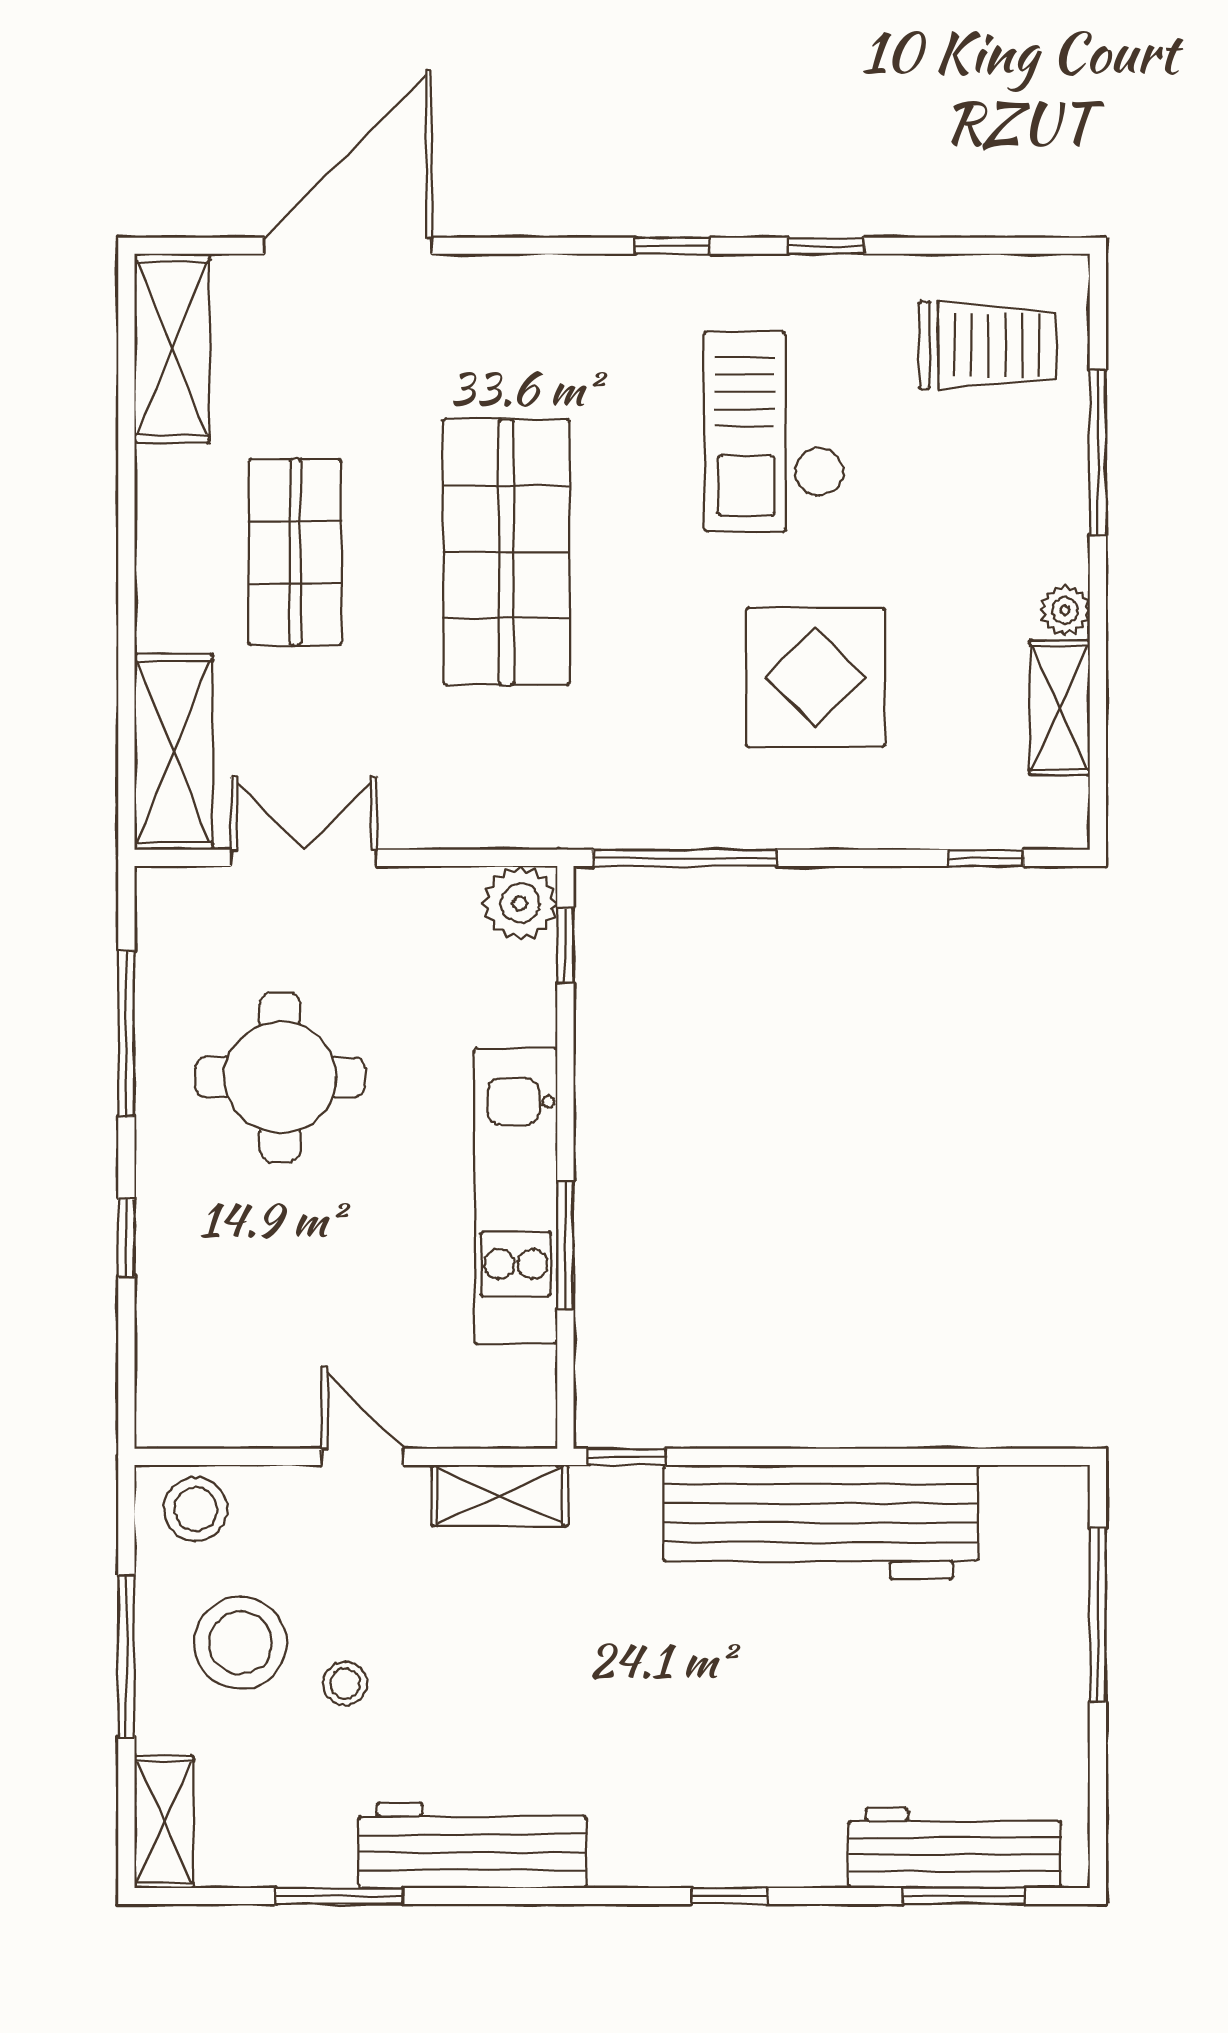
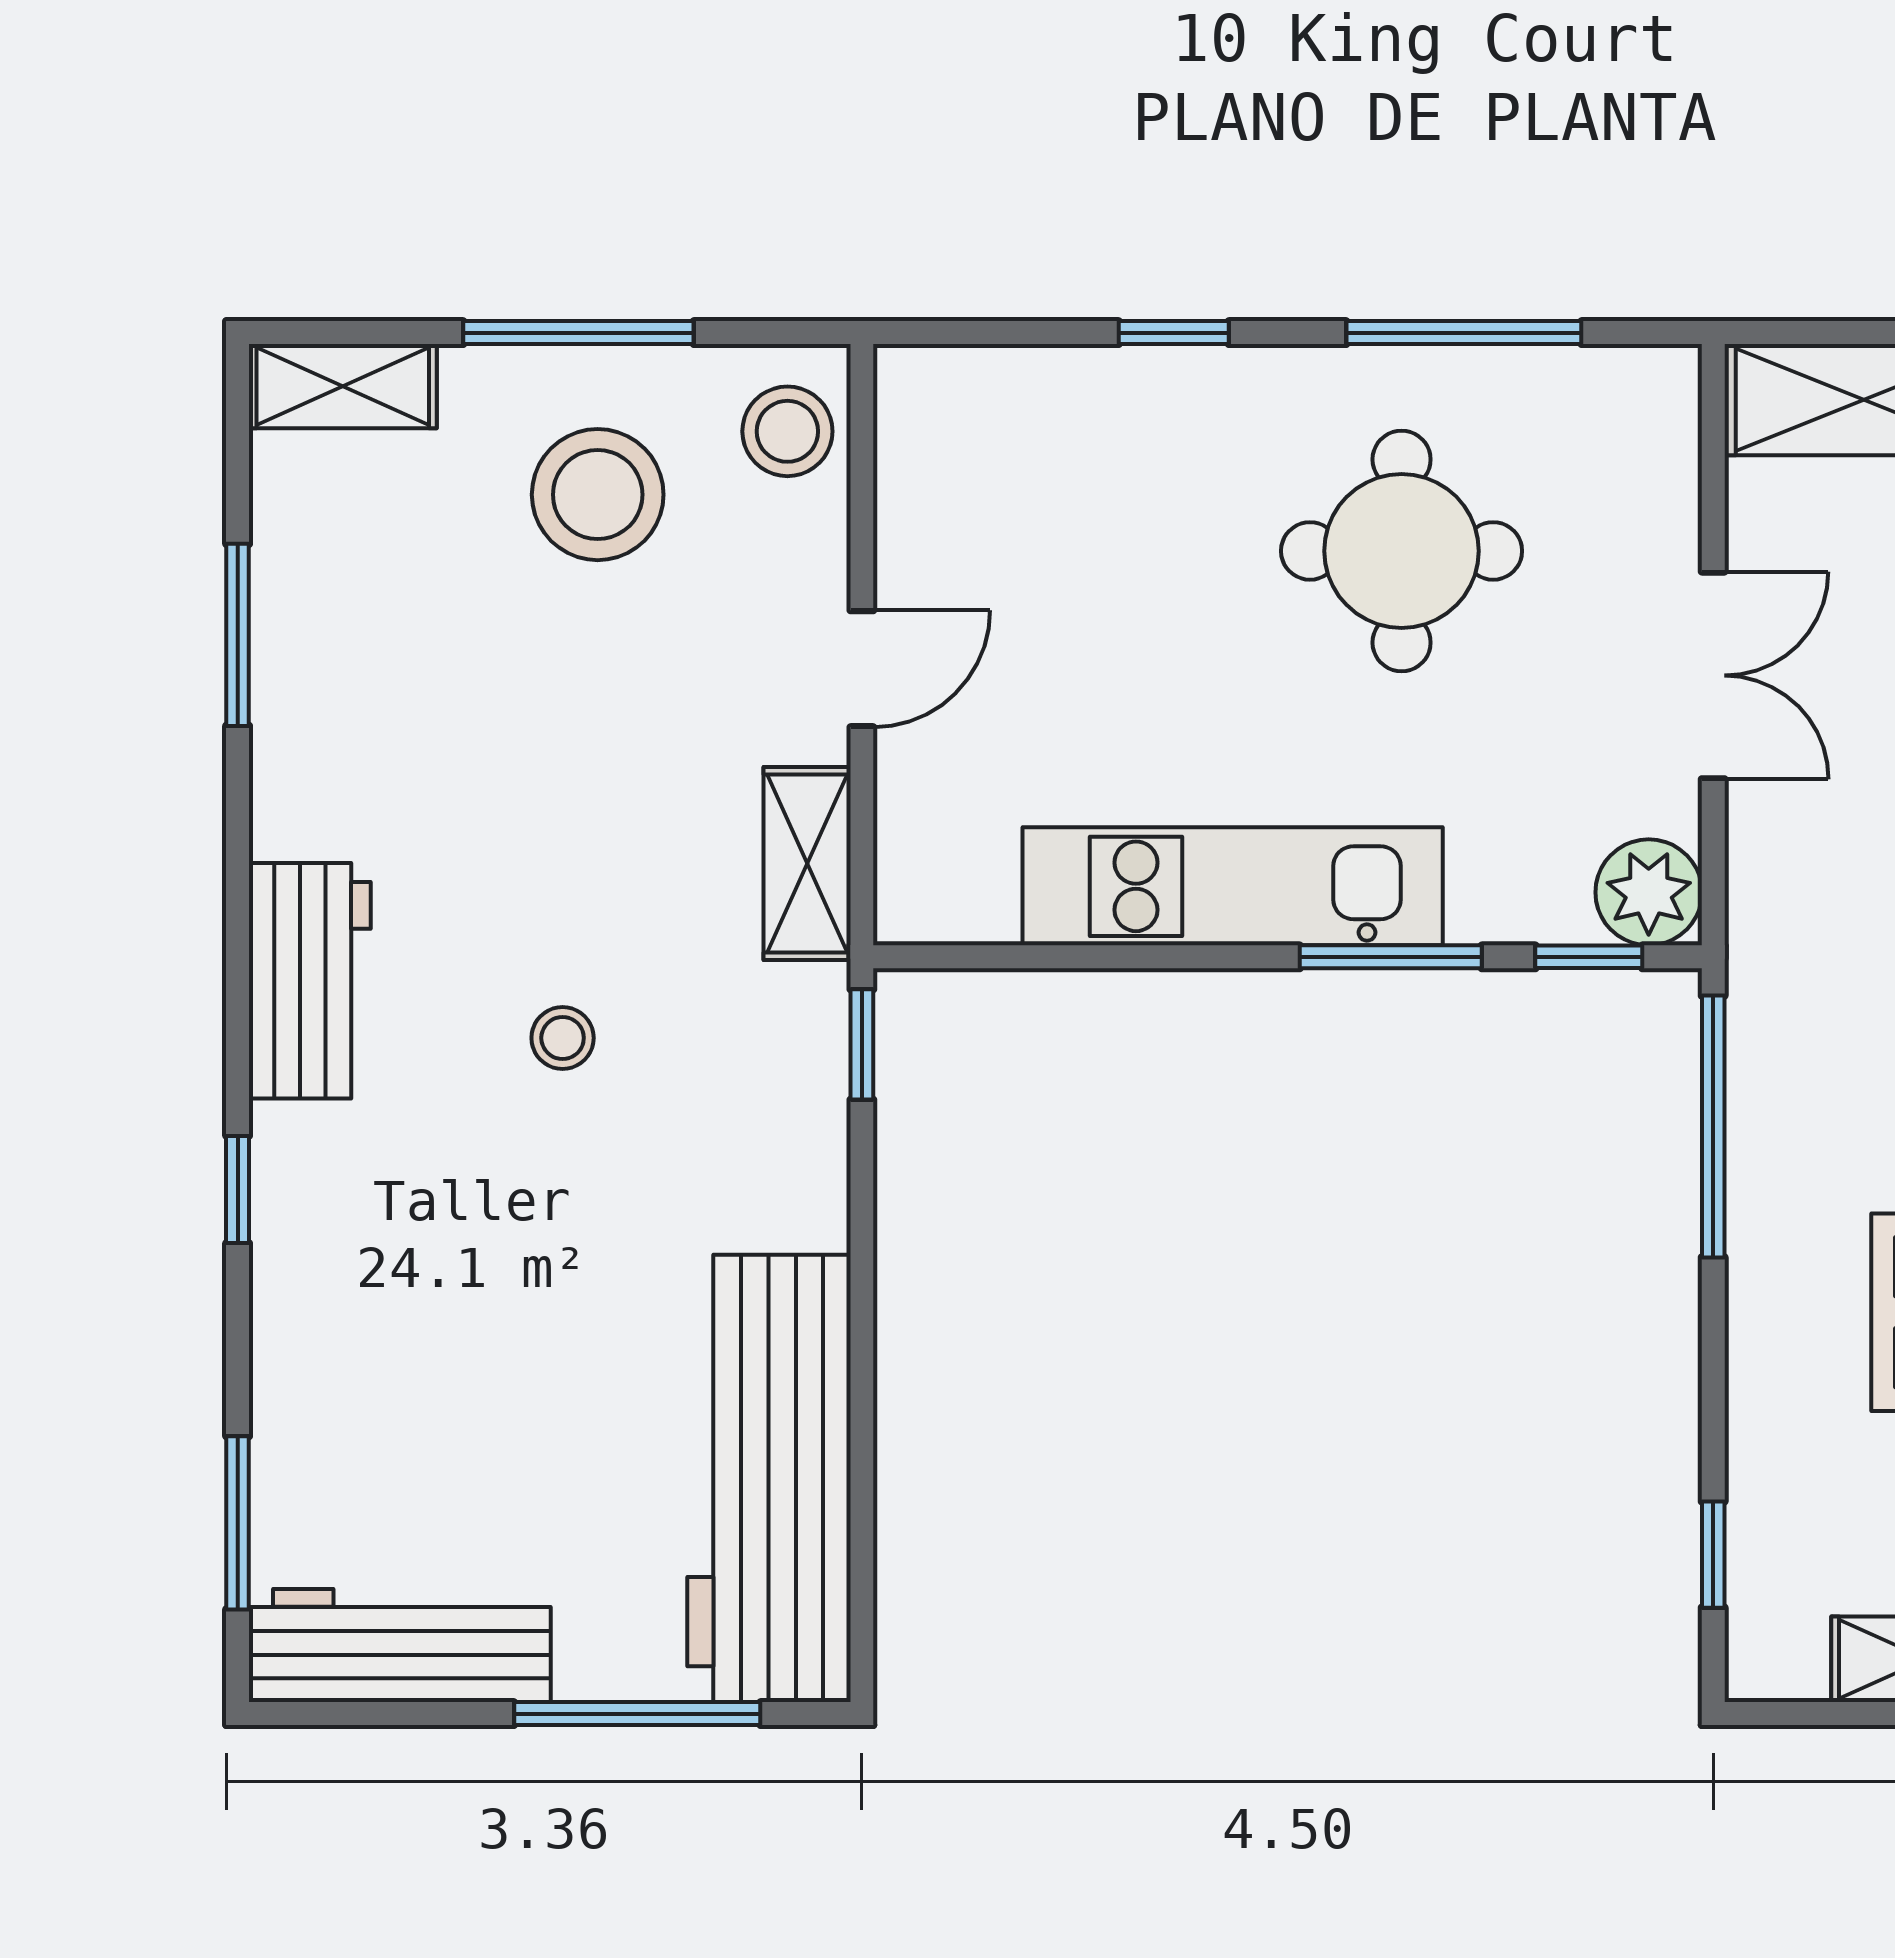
double door: (304, 858) -> (1713, 675), moved
window: (565, 1245) -> (1391, 957), moved
workbench: (821, 1522) -> (769, 1478), moved
stool: (345, 1684) -> (563, 1038), moved
workbench: (473, 1845) -> (310, 981), moved, width x0.73
workbench: (955, 1848) -> (400, 1646), moved, turned -90

